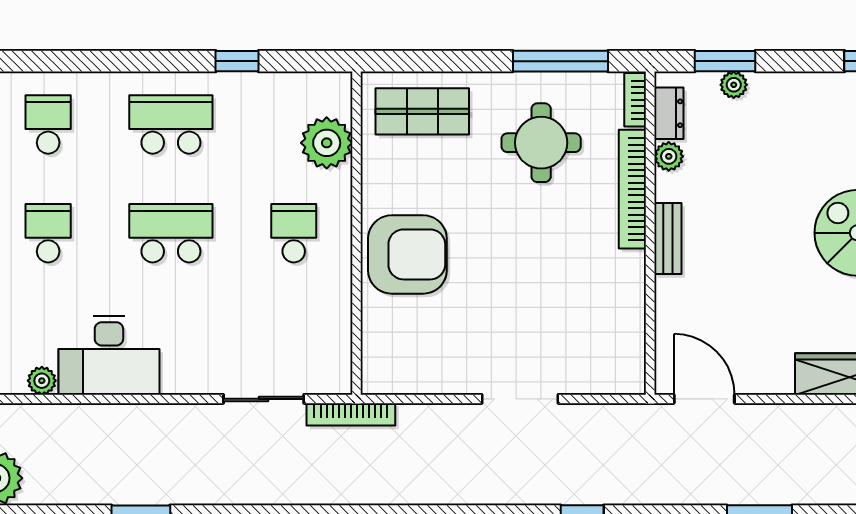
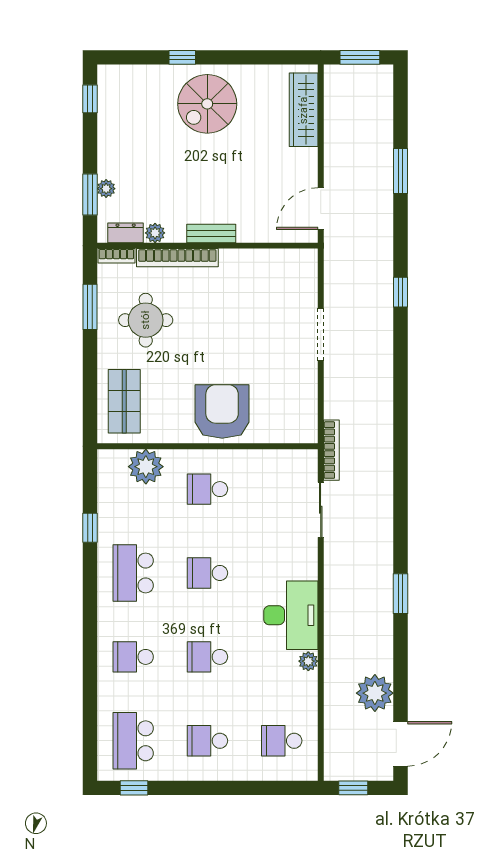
window: (560, 61) -> (90, 307), width x0.69
school desk: (171, 233) -> (207, 573), width x0.54

